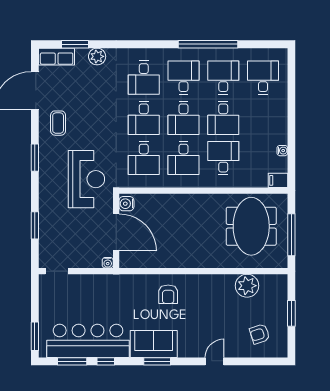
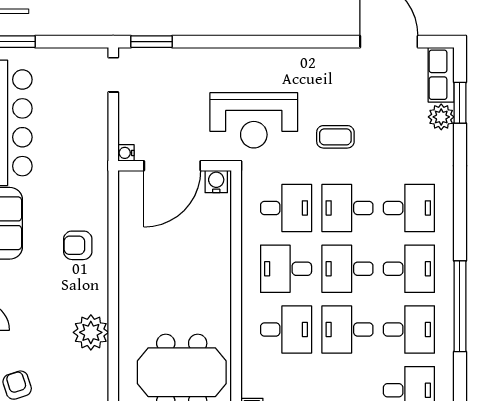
plant: (97, 56) -> (441, 117), moved
desk: (144, 78) -> (409, 208), turned 180
coffee table: (58, 123) -> (335, 137), moved
window: (35, 158) -> (287, 42), removed
desk: (144, 158) -> (286, 208), turned 180
window: (35, 225) -> (152, 42), moved
plant: (247, 286) -> (91, 332), moved

